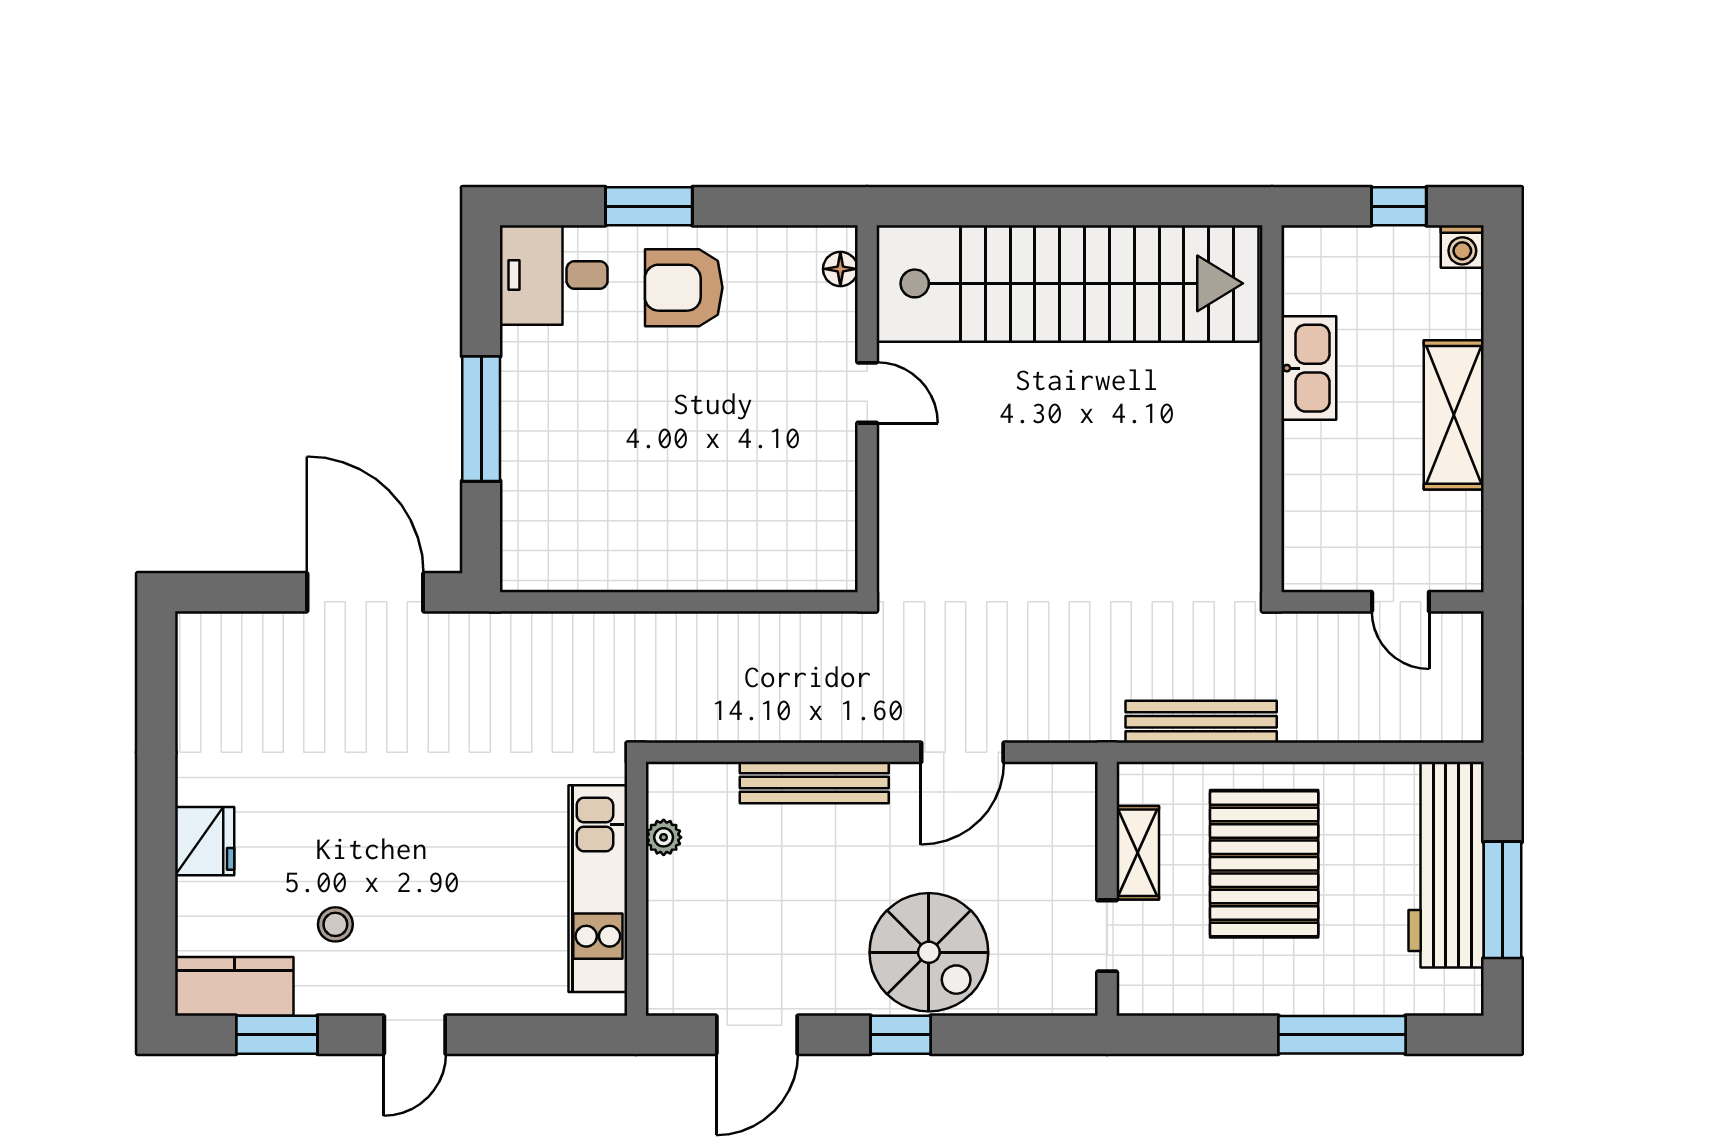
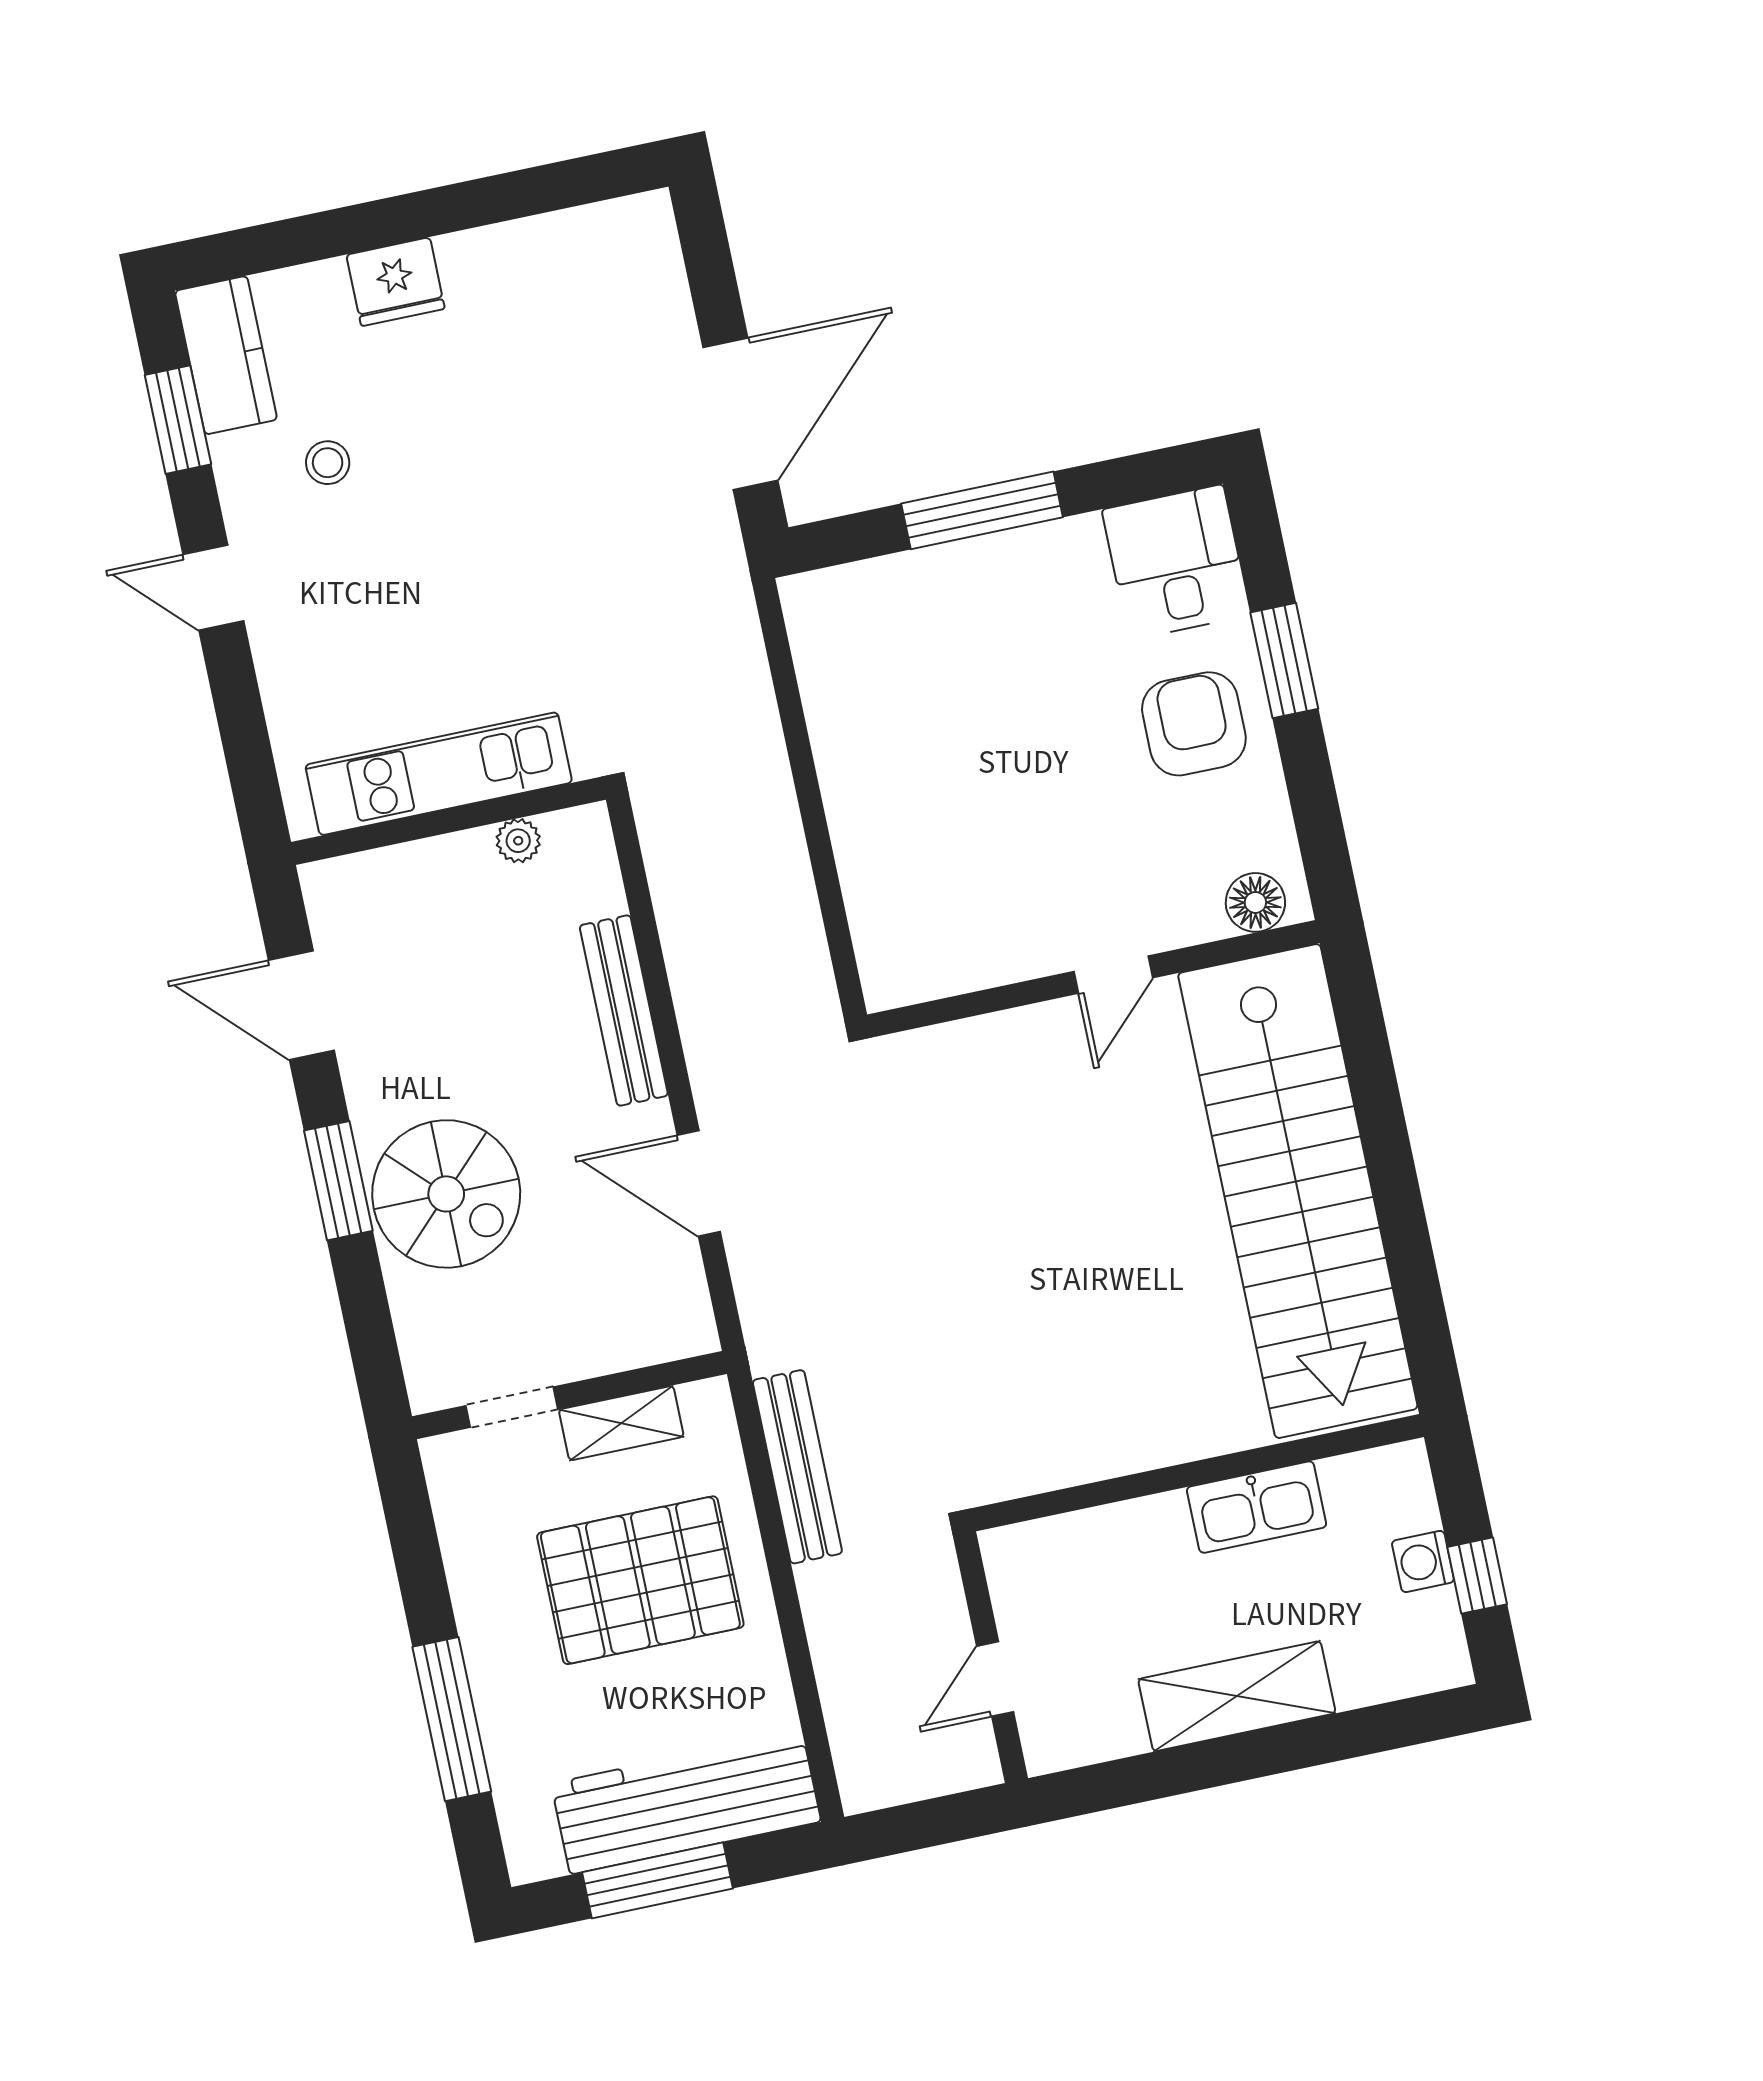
washing machine: (1462, 247) -> (1423, 1562), moved
floor lamp: (840, 269) -> (1255, 902), width x1.37, depth x1.37
spiral stairs: (929, 952) -> (446, 1194), turned -90
window: (901, 1035) -> (338, 1181), width x1.50

